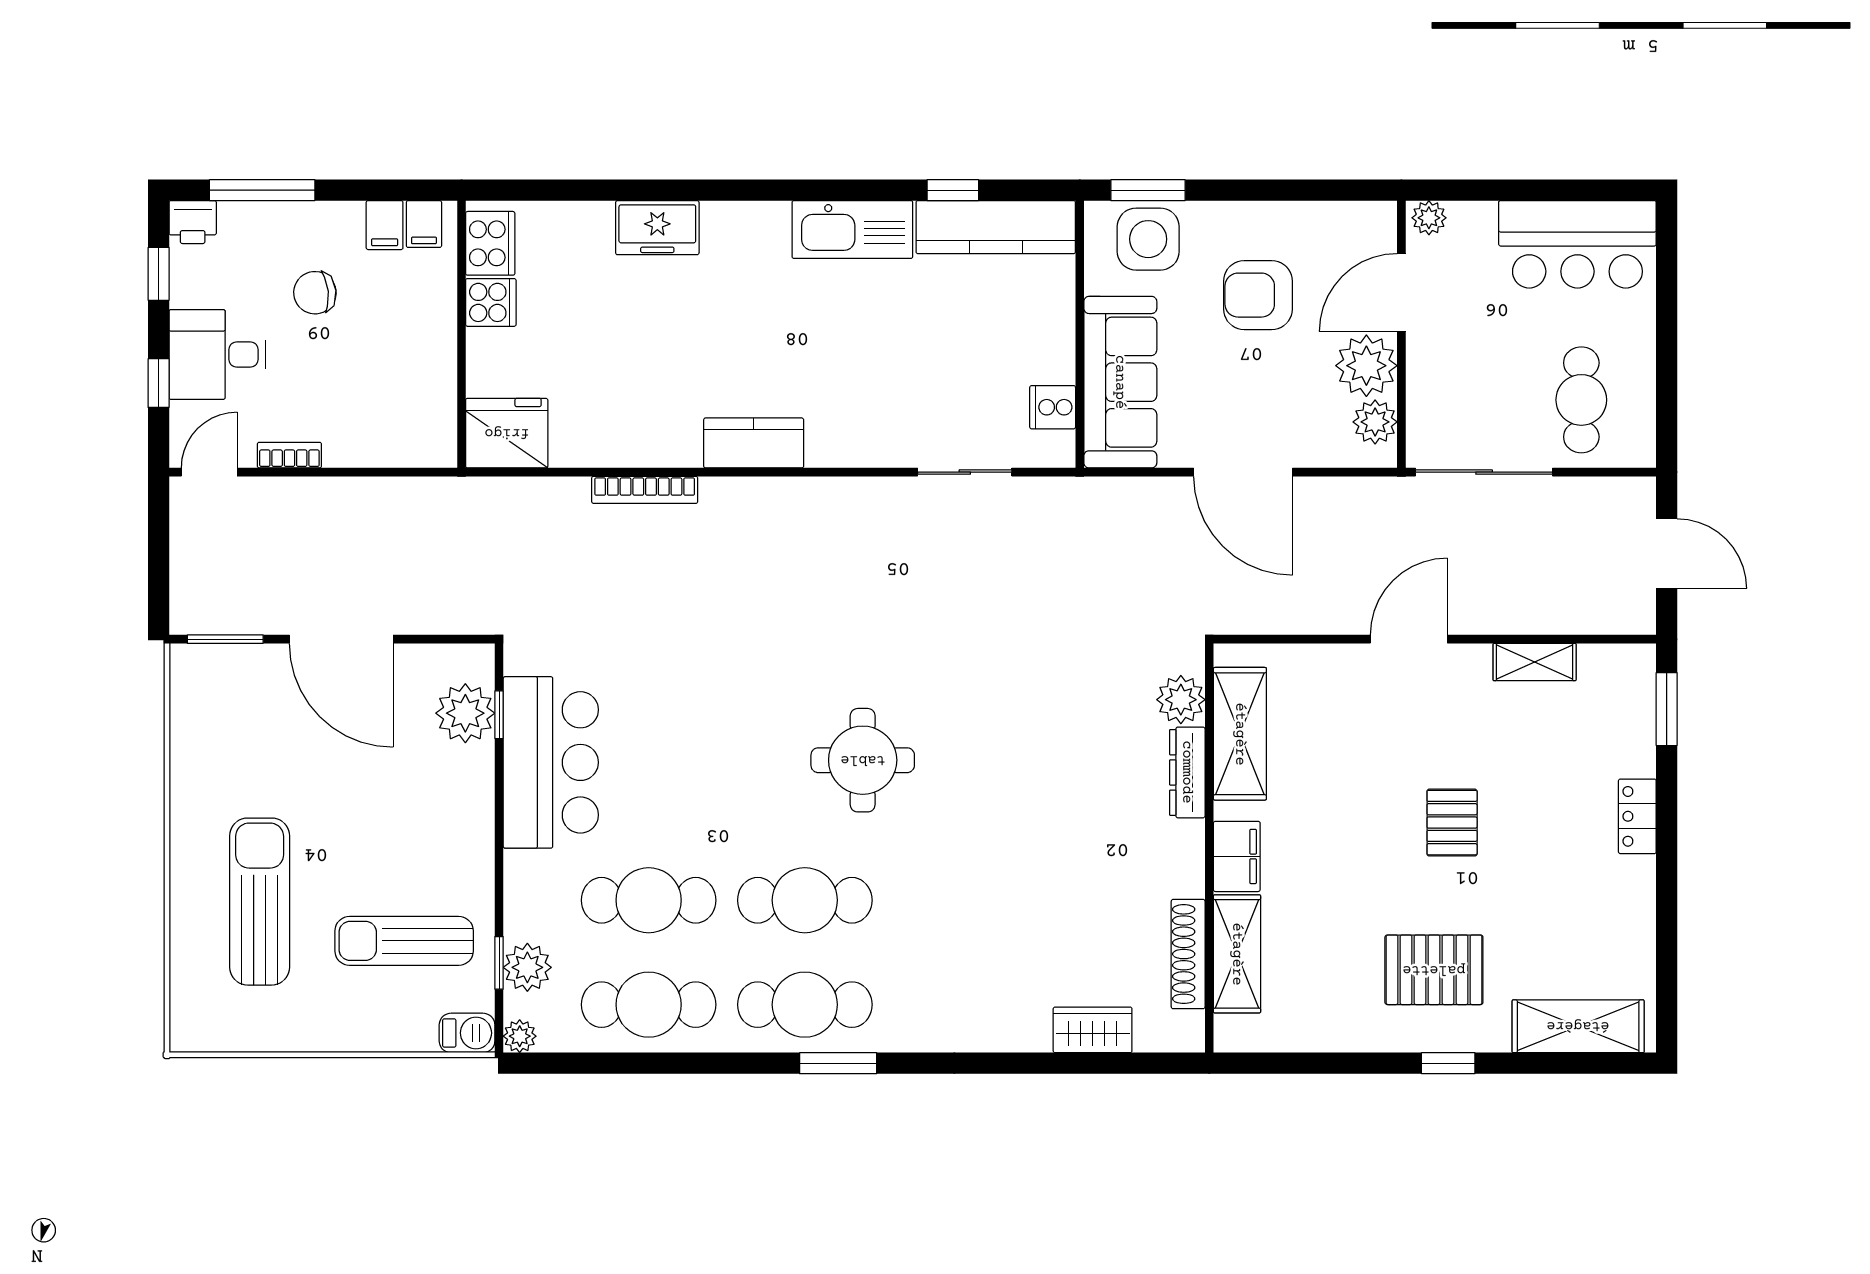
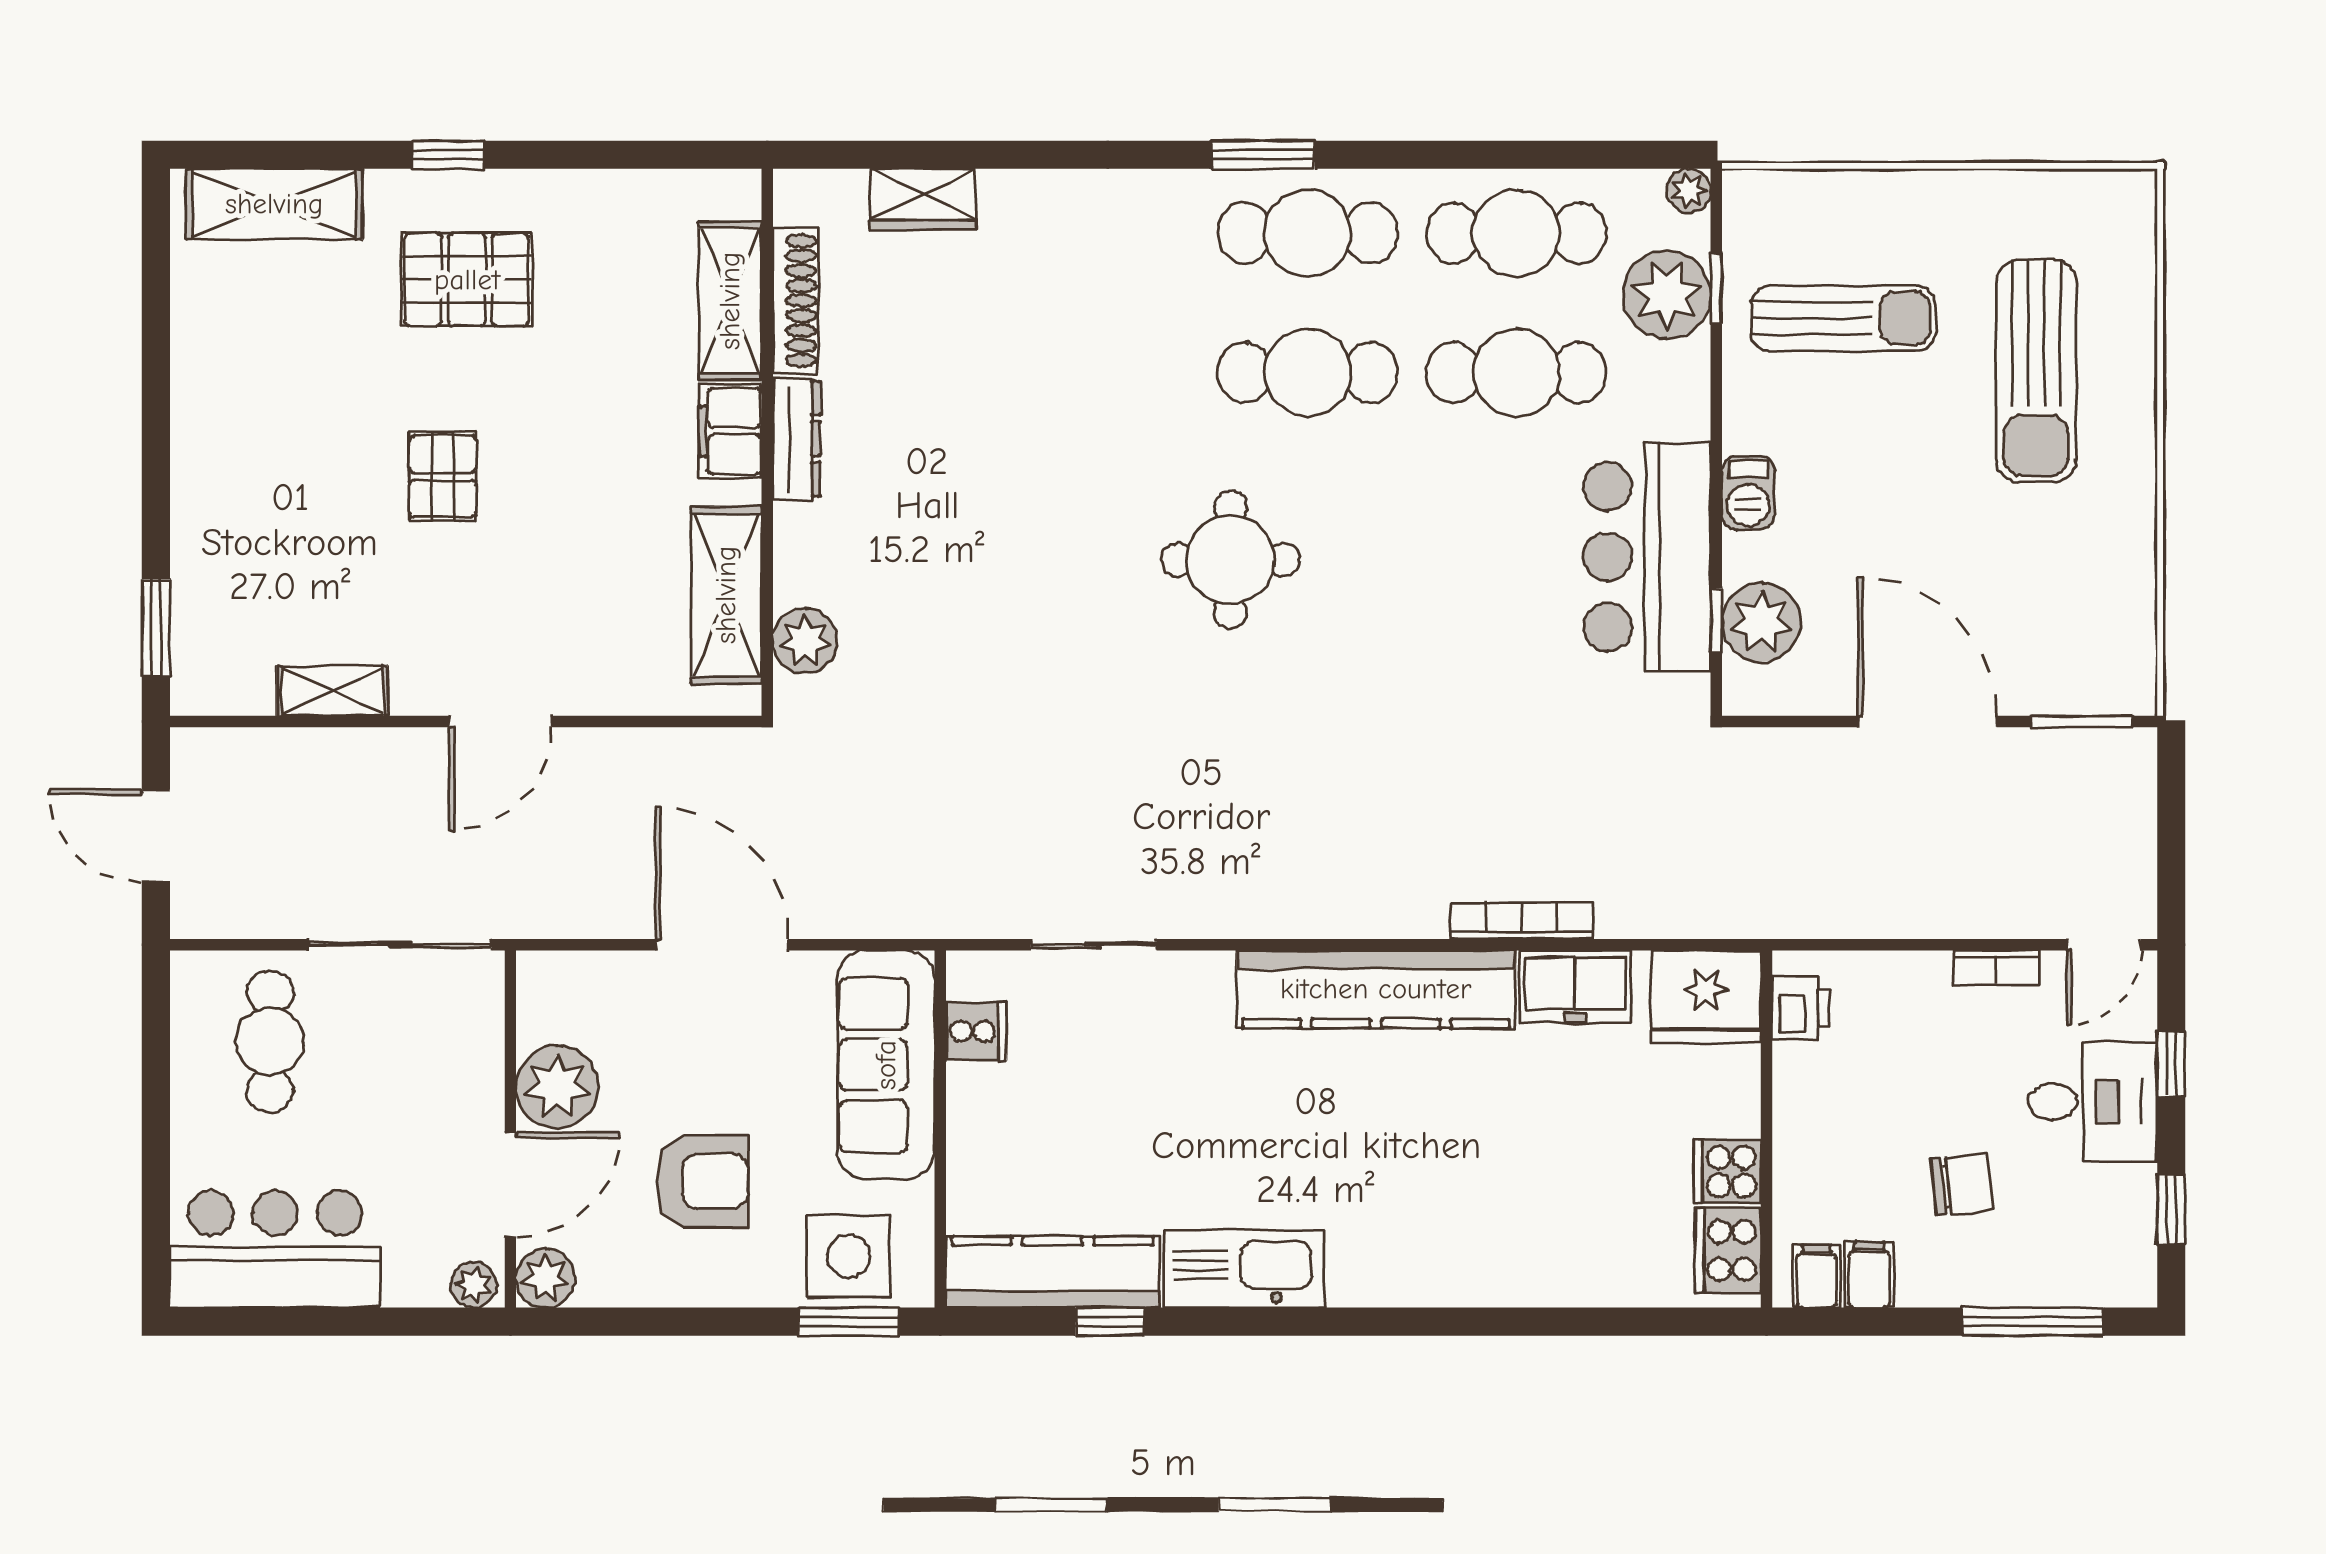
printer: (193, 222) -> (1801, 1008), moved, turned 90
freezer: (657, 228) -> (1575, 987), moved, turned 180
plant: (1375, 422) -> (546, 1278), moved
kitchen counter: (754, 443) -> (1376, 989), width x2.08, depth x1.17
dresser: (1187, 772) -> (797, 439), moved
locker: (1637, 816) -> (195, 485), removed
plant: (527, 967) -> (1667, 295), width x1.36, depth x1.36
barbecue: (467, 1033) -> (1748, 493), moved, turned -90

